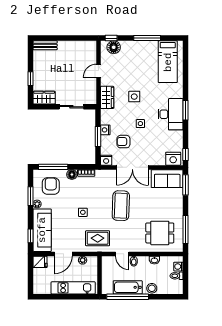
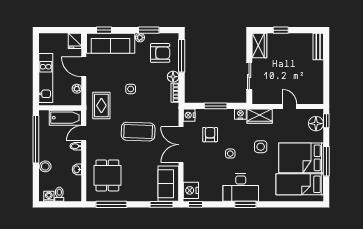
bed: (144, 61) -> (301, 158), added
nightstand: (105, 130) -> (240, 114), moved
washing machine: (178, 267) -> (49, 196), moved
bathtub: (128, 287) -> (65, 118), moved, turned 90

